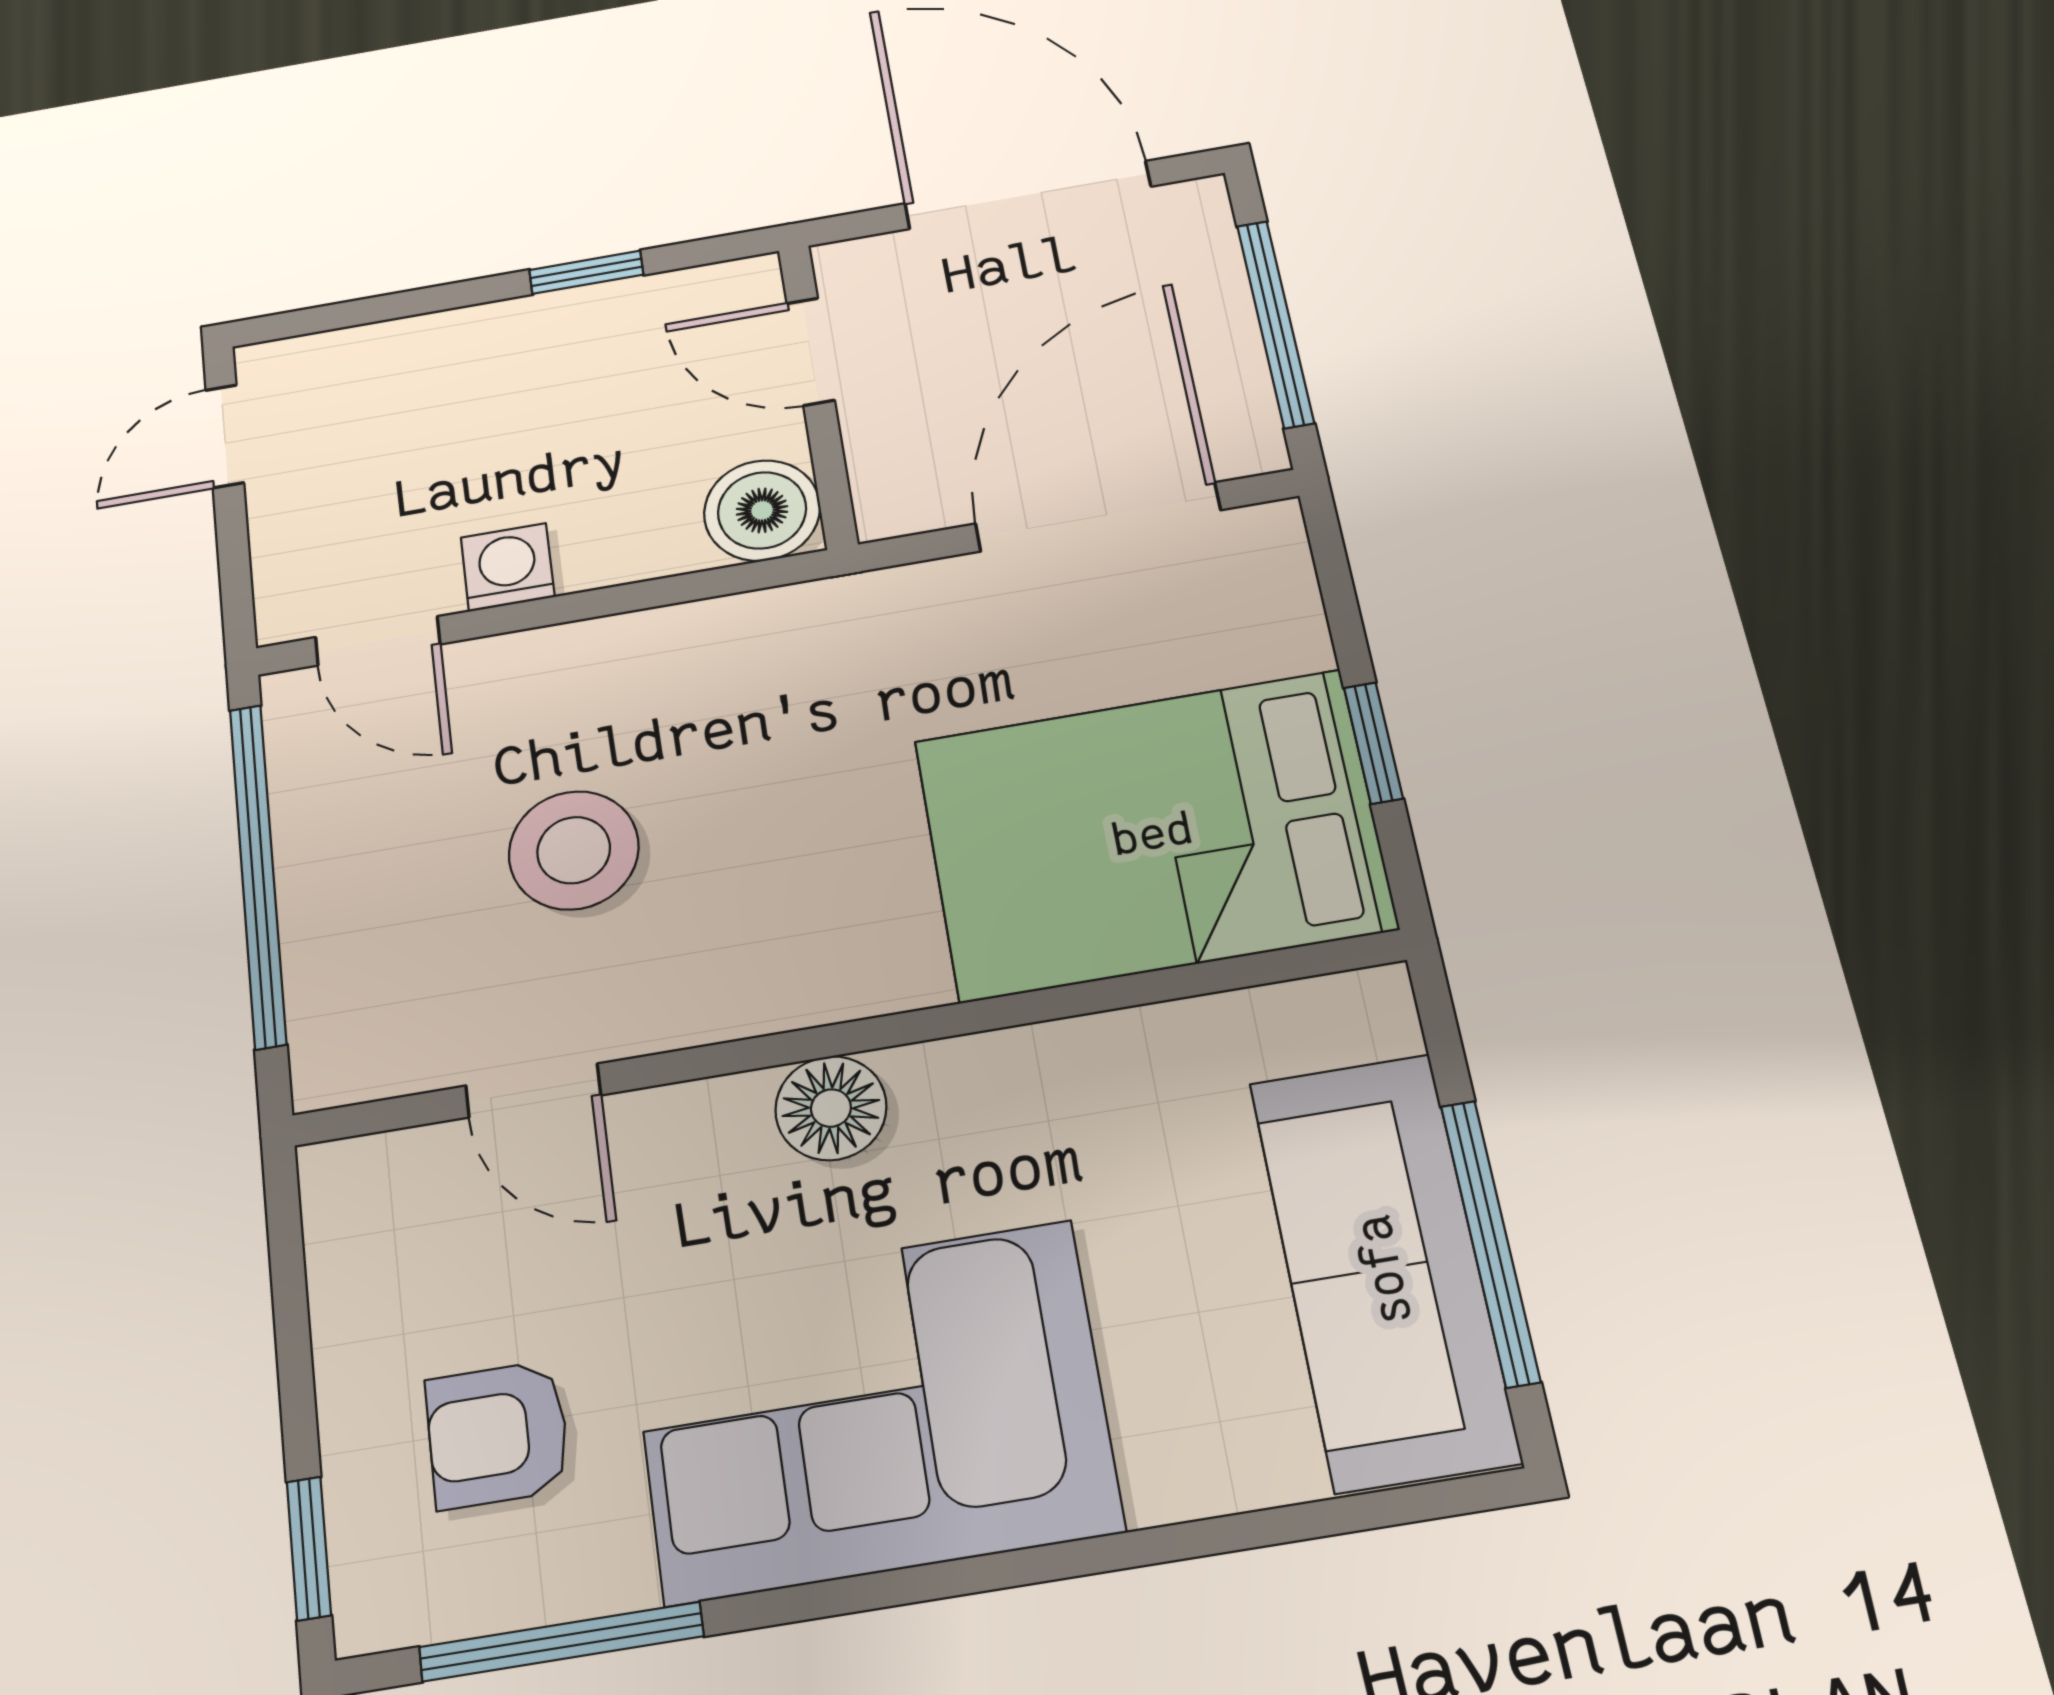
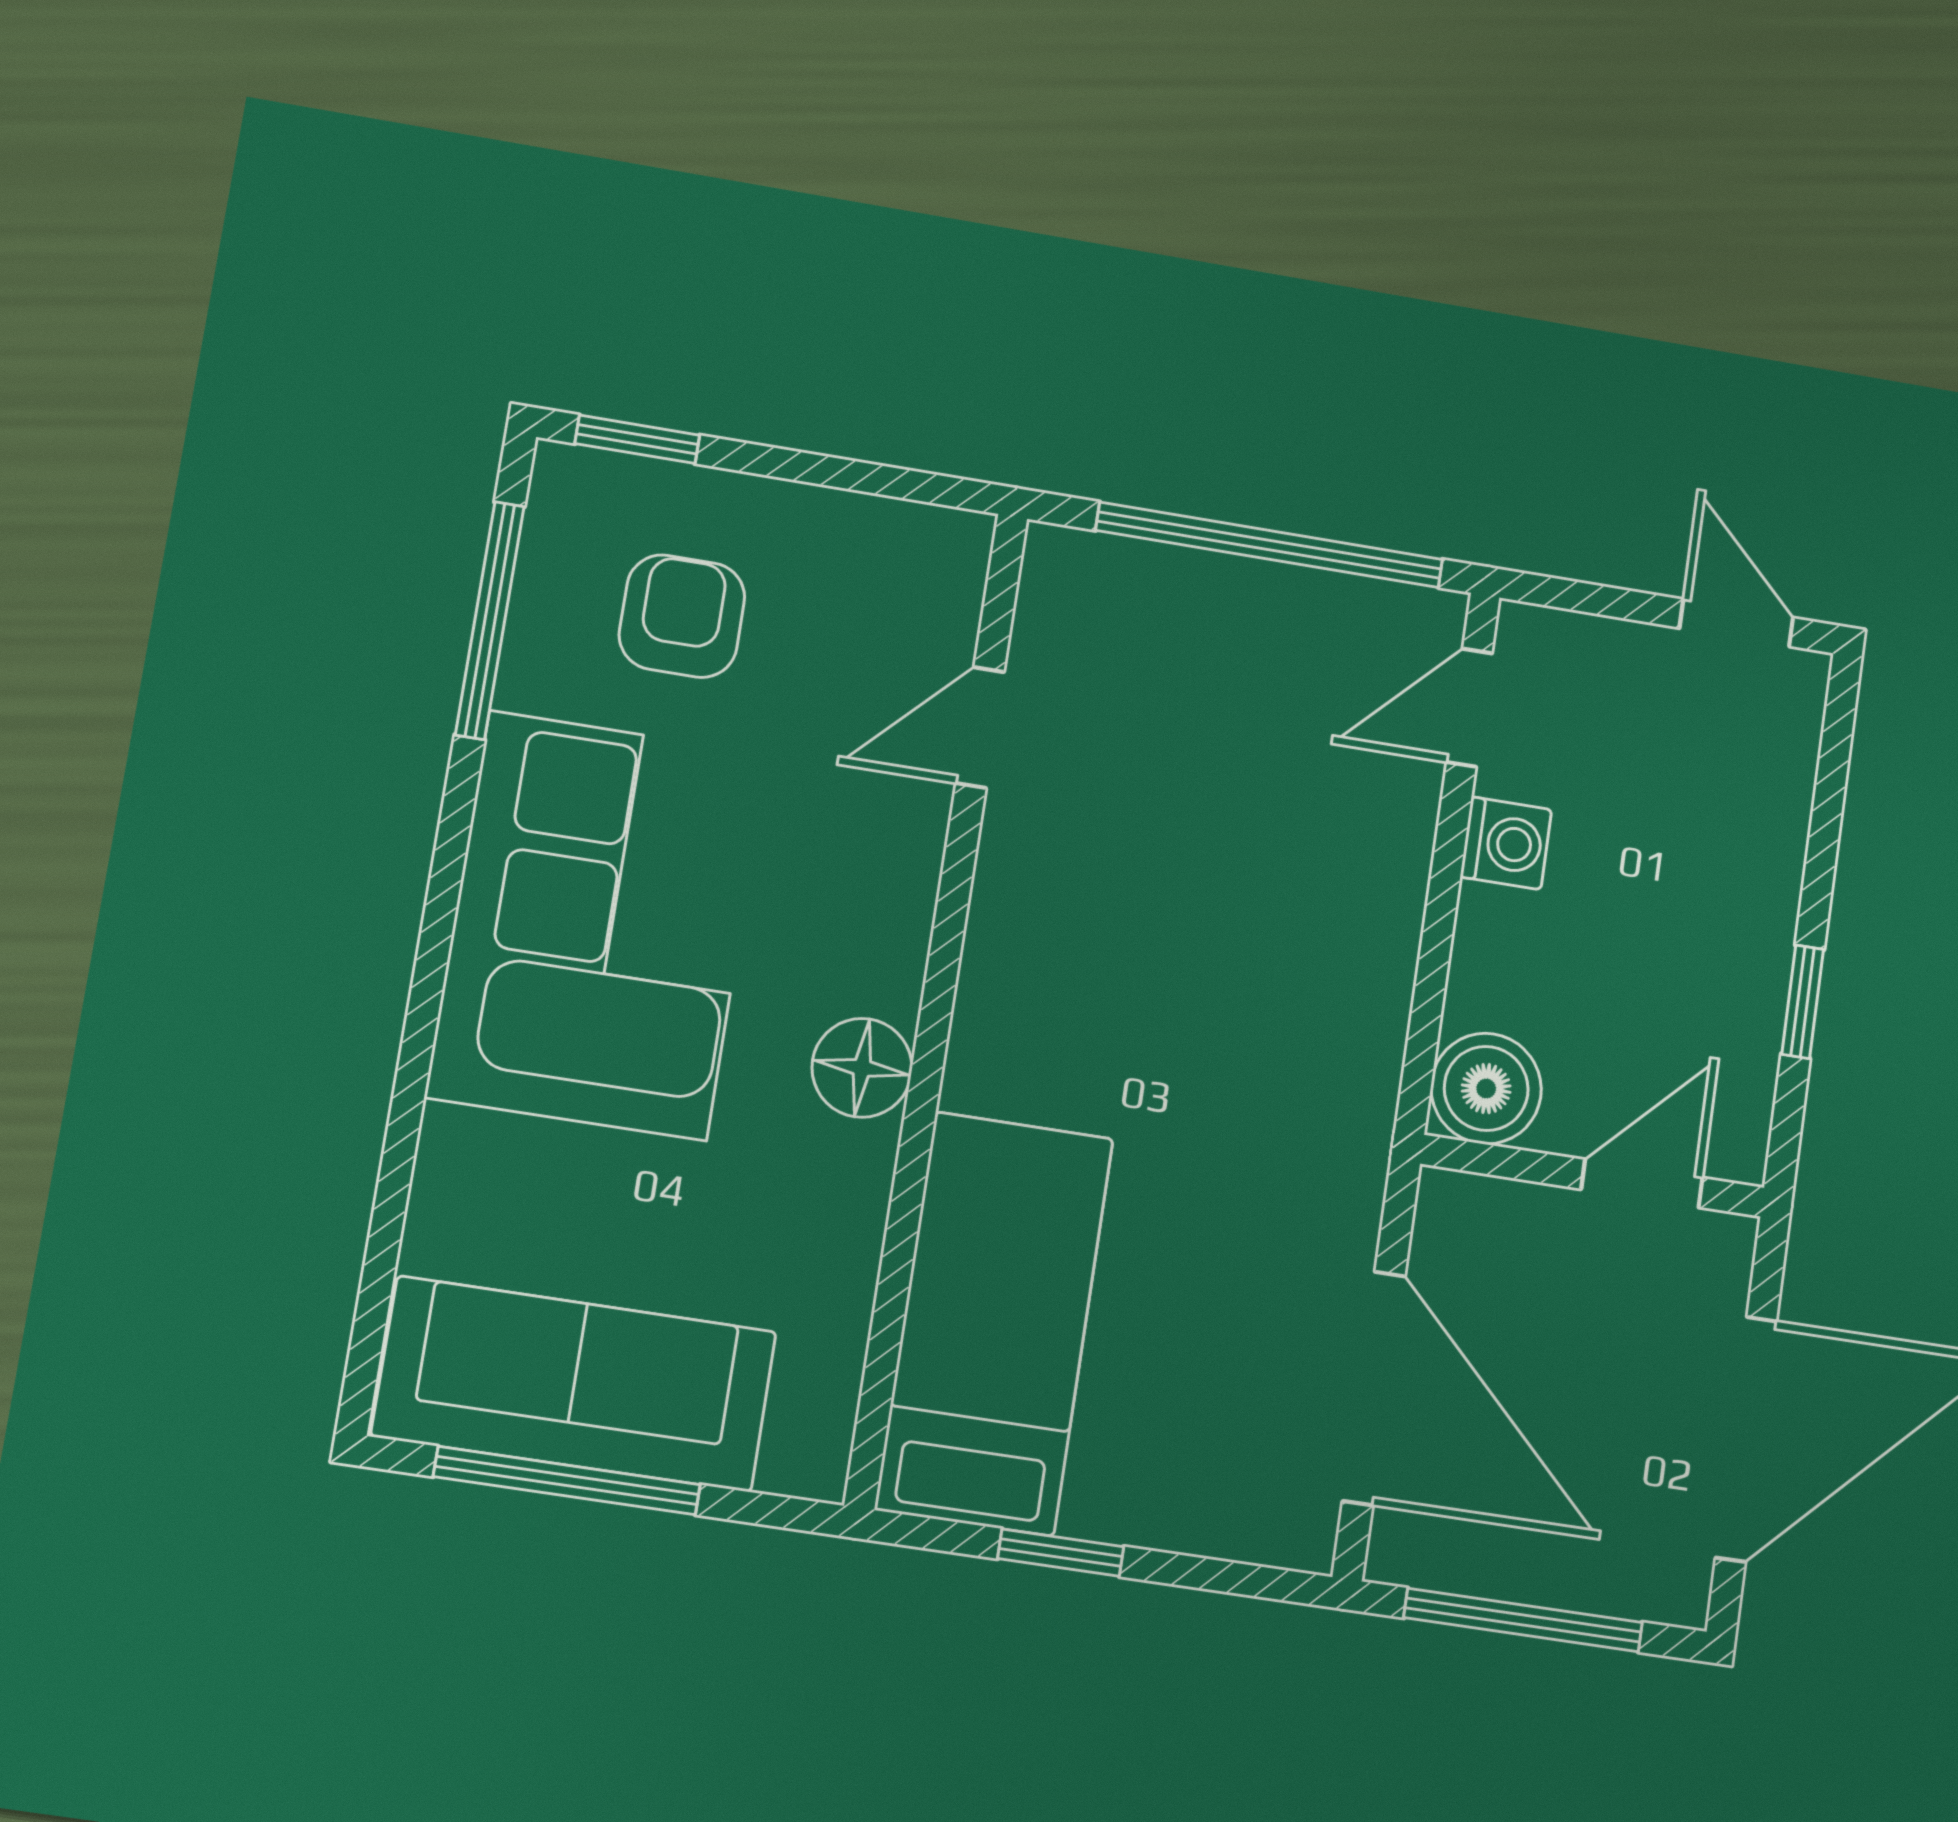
bed: (1153, 834) -> (994, 1323), width x0.67
stool: (574, 850) -> (1198, 824), removed
floor lamp: (831, 1108) -> (862, 1068), moved

